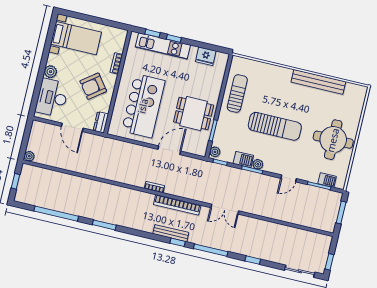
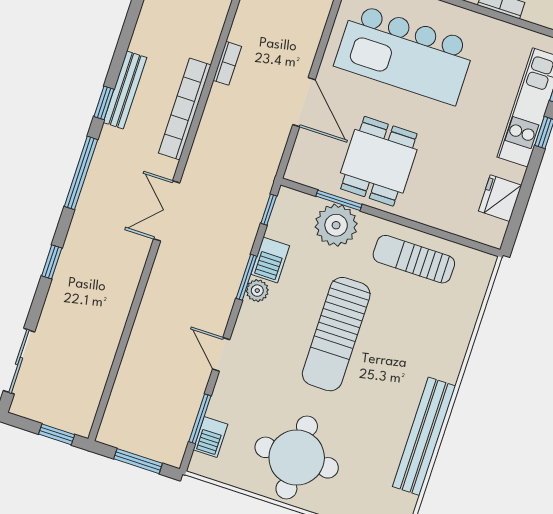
sun lounger: (237, 94) -> (414, 259), turned 180
plant: (215, 152) -> (336, 225), moved, width x1.87, depth x1.87
window: (329, 262) -> (57, 434), moved

